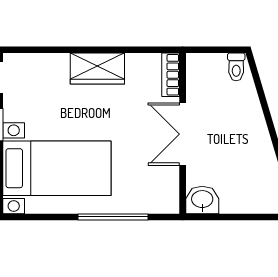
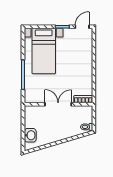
wardrobe: (97, 69) -> (86, 68), removed
washbasin: (202, 200) -> (30, 135), moved

